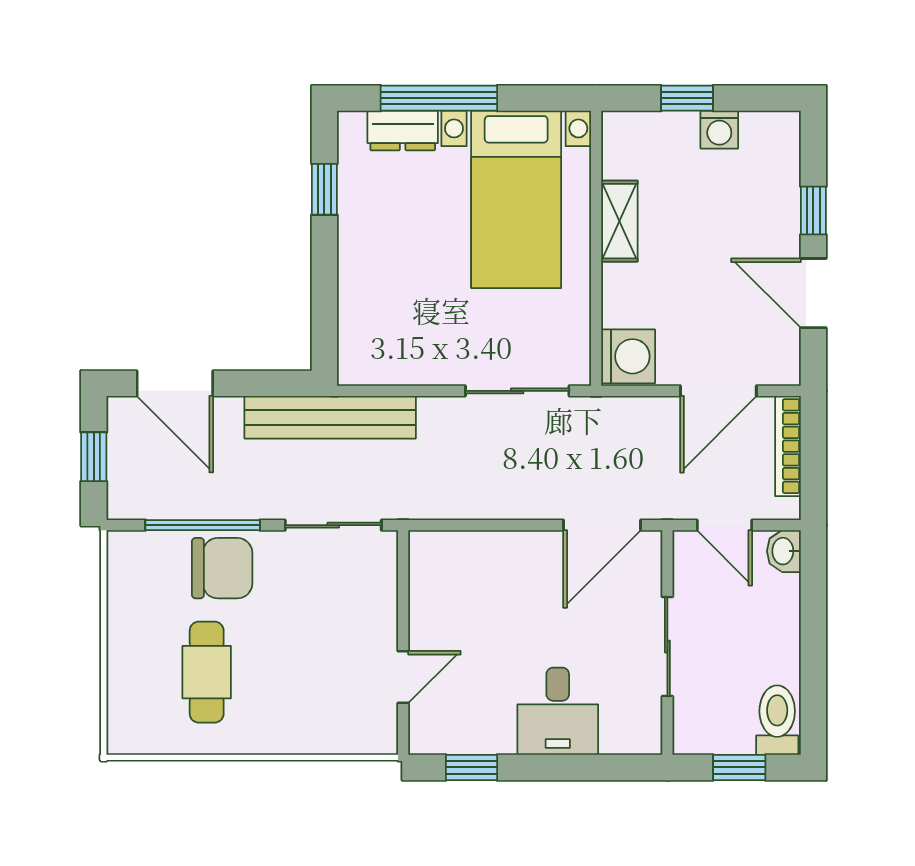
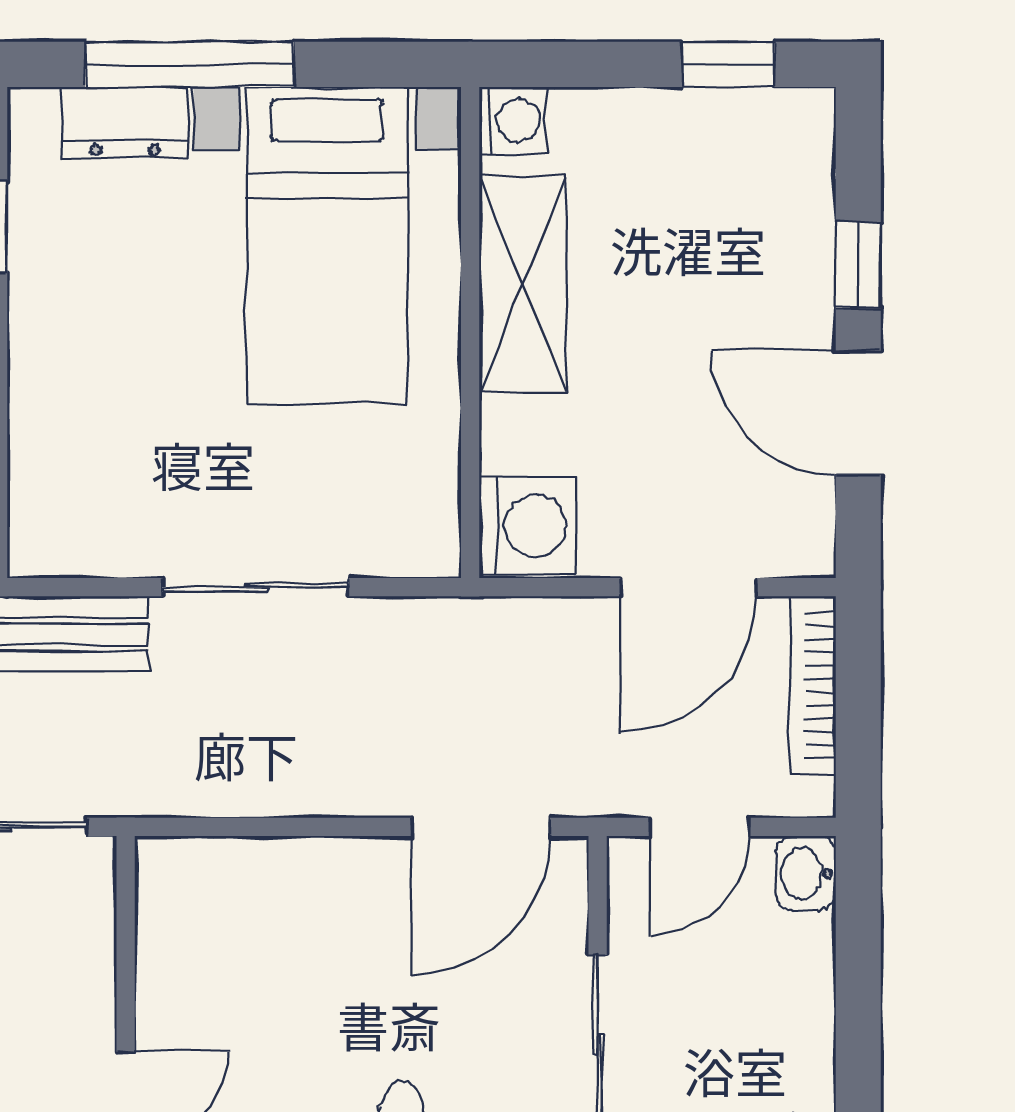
window: (687, 98) -> (728, 64), moved
washing machine: (719, 130) -> (513, 120), moved, turned -90
shelving: (619, 221) -> (522, 284), width x1.50, depth x1.33
sliding door: (517, 391) -> (256, 587), moved
door: (724, 525) -> (700, 827), hinge flipped

